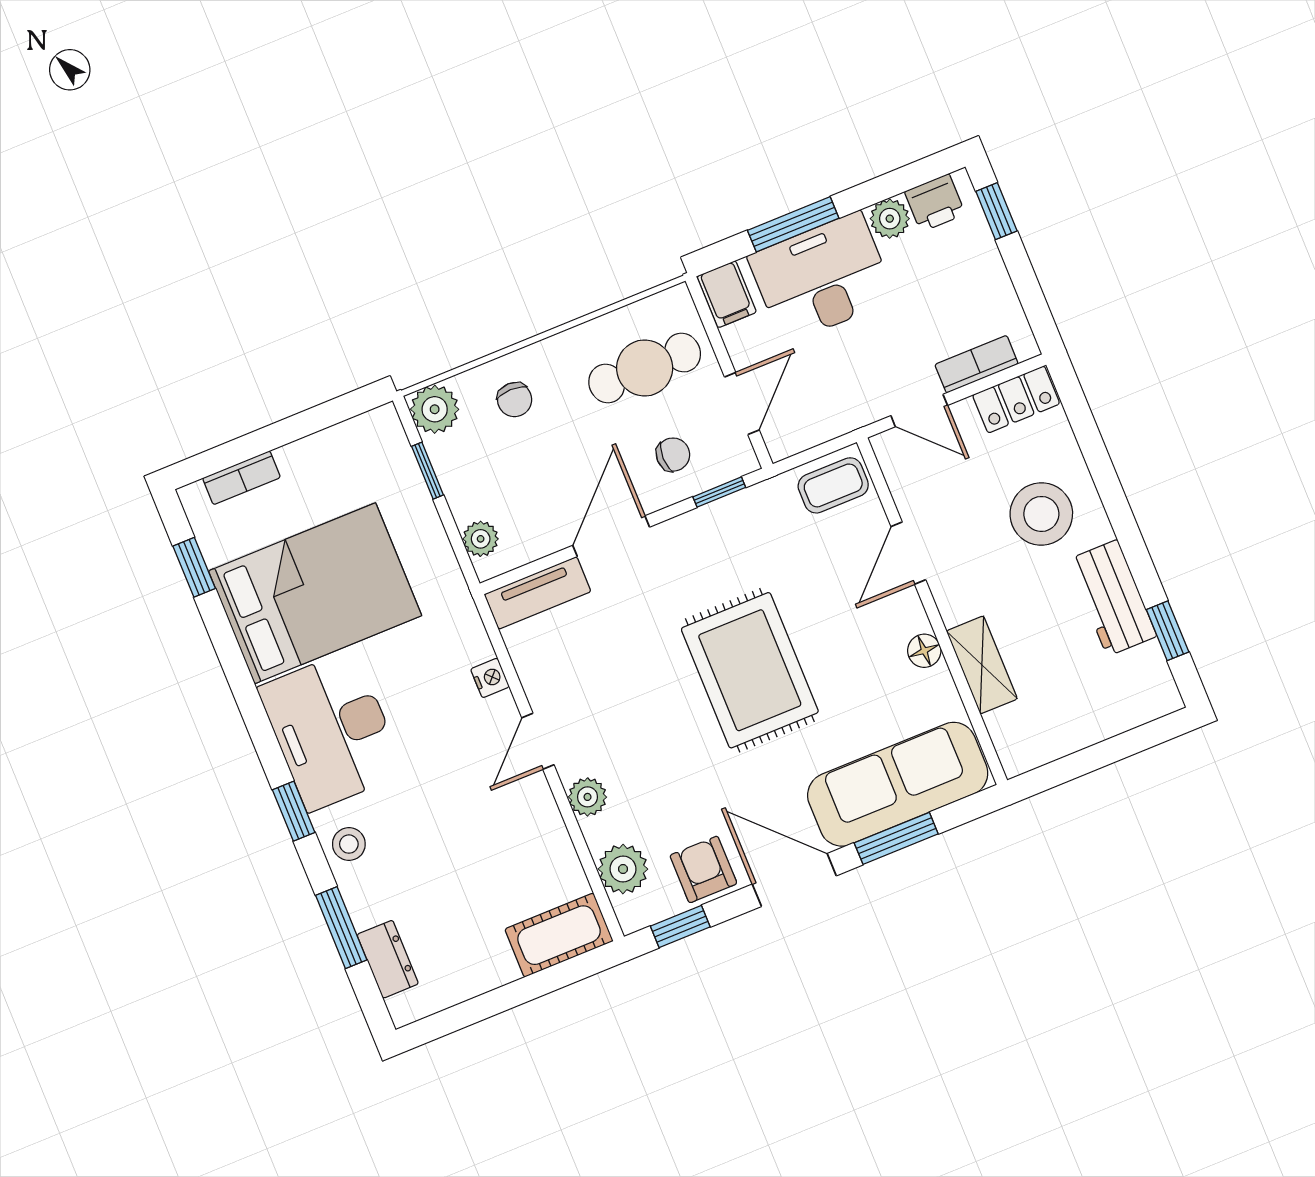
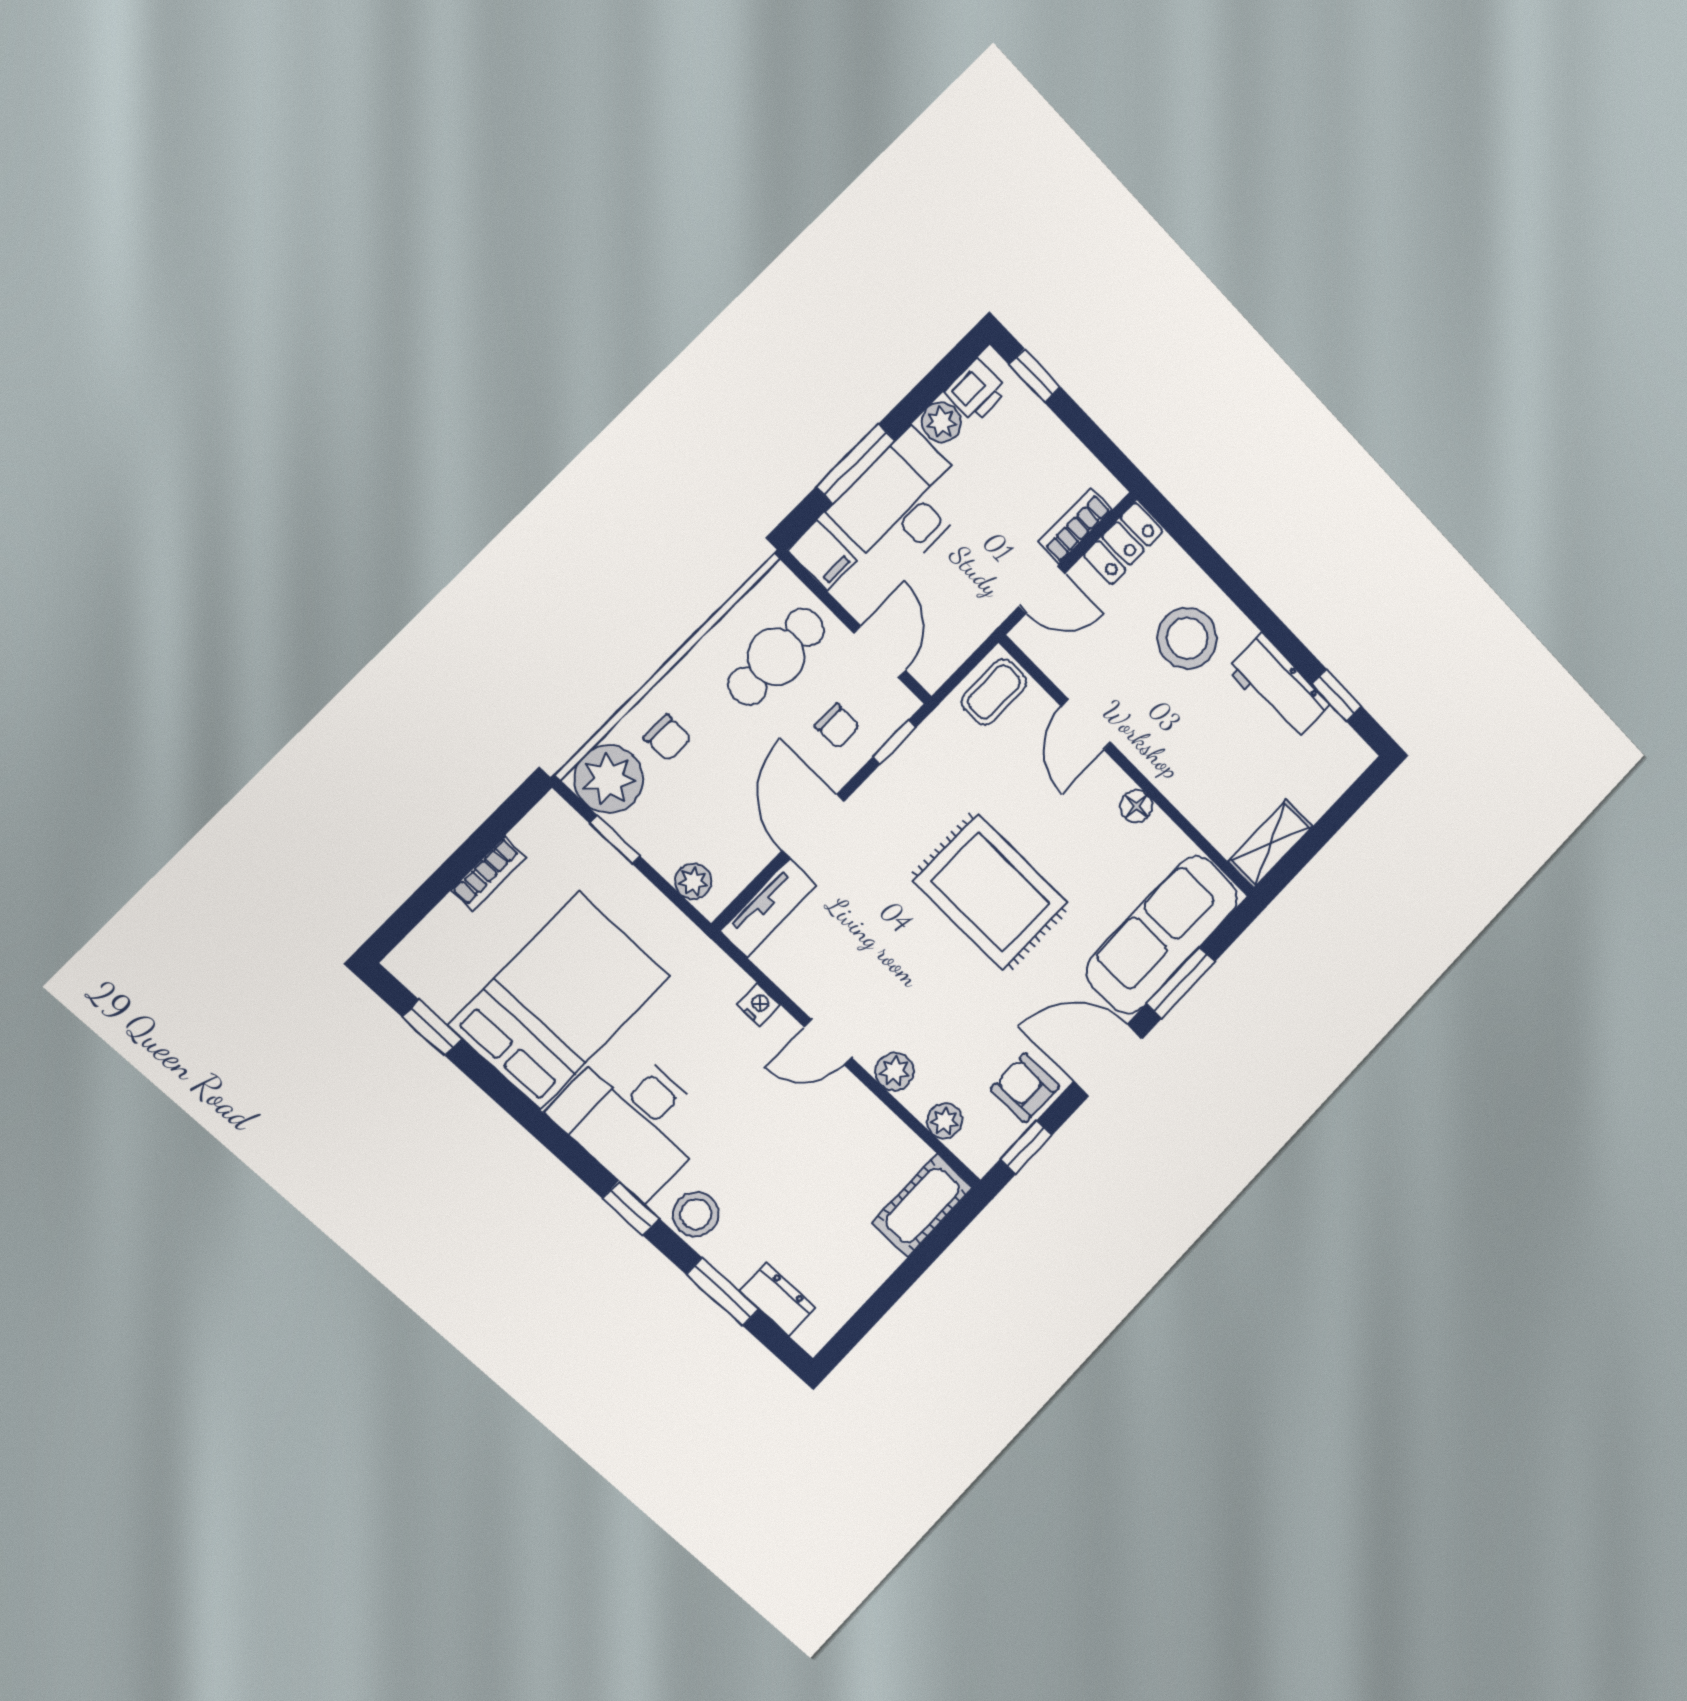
plant: (435, 409) -> (609, 779), width x1.36, depth x1.36
chair: (673, 455) -> (837, 726), turned 90
bookcase: (241, 478) -> (489, 874), moved
shelving: (982, 665) -> (1270, 844), moved, turned 90
door: (538, 741) -> (828, 1042), hinge flipped
stool: (349, 844) -> (696, 1214), width x1.37, depth x1.37
plant: (623, 869) -> (945, 1121), width x0.73, depth x0.73

